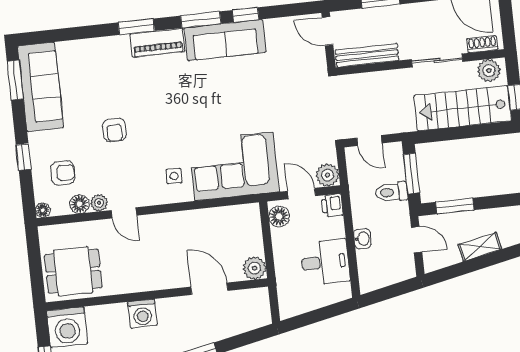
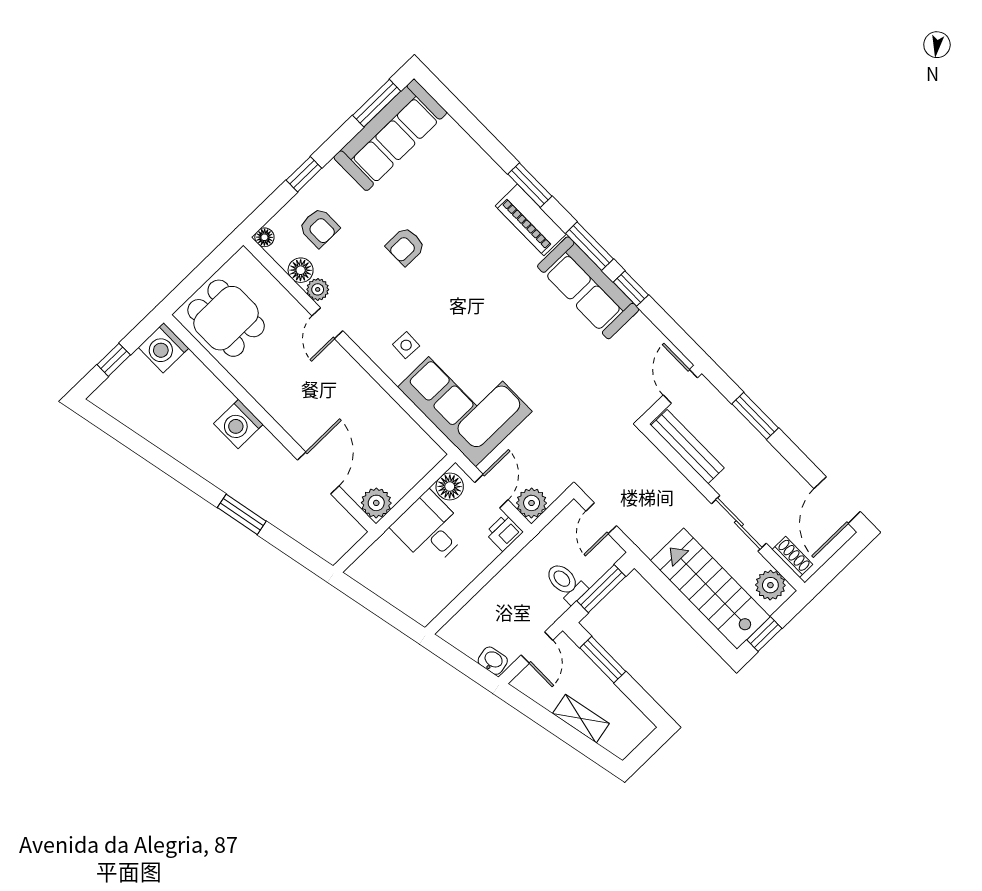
washbasin: (362, 239) -> (493, 661), moved, turned -102
desk: (325, 262) -> (430, 529), moved, turned 180
washing machine: (67, 327) -> (163, 348), width x0.73, depth x0.73

